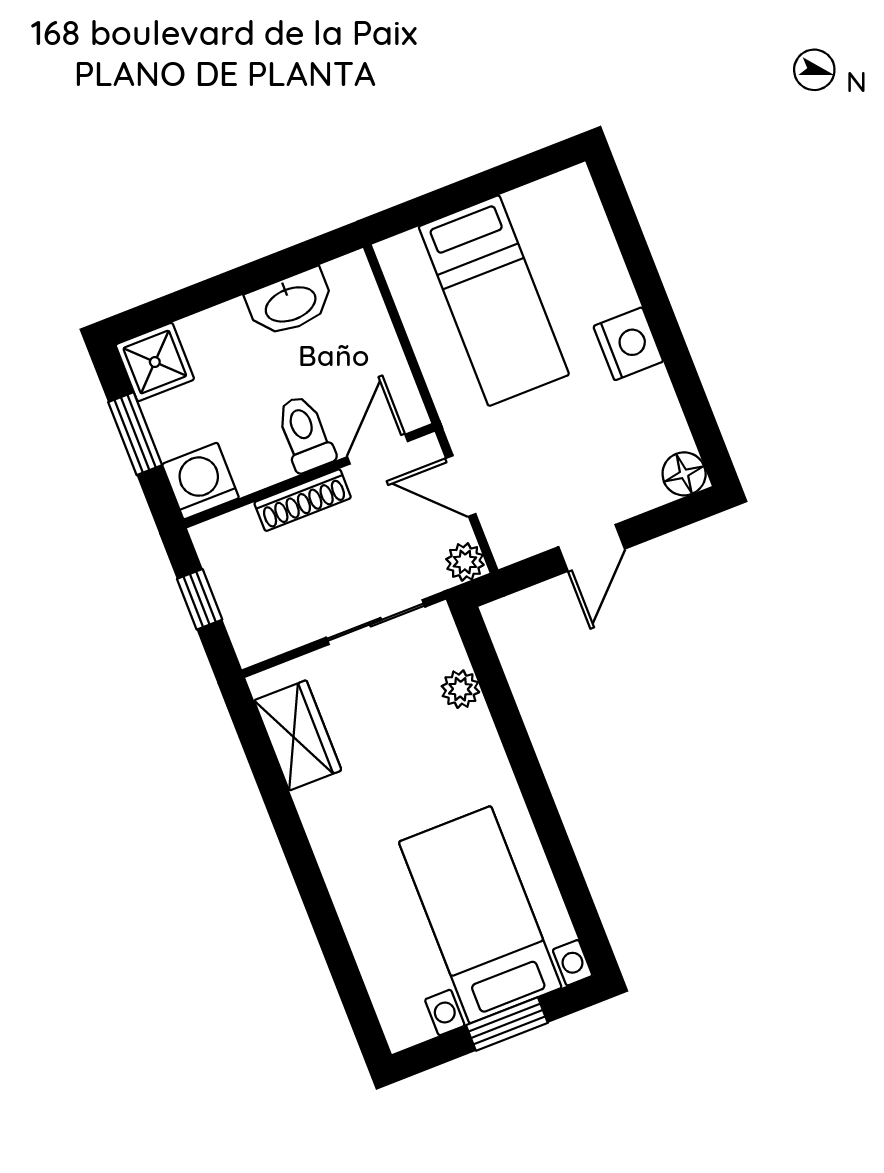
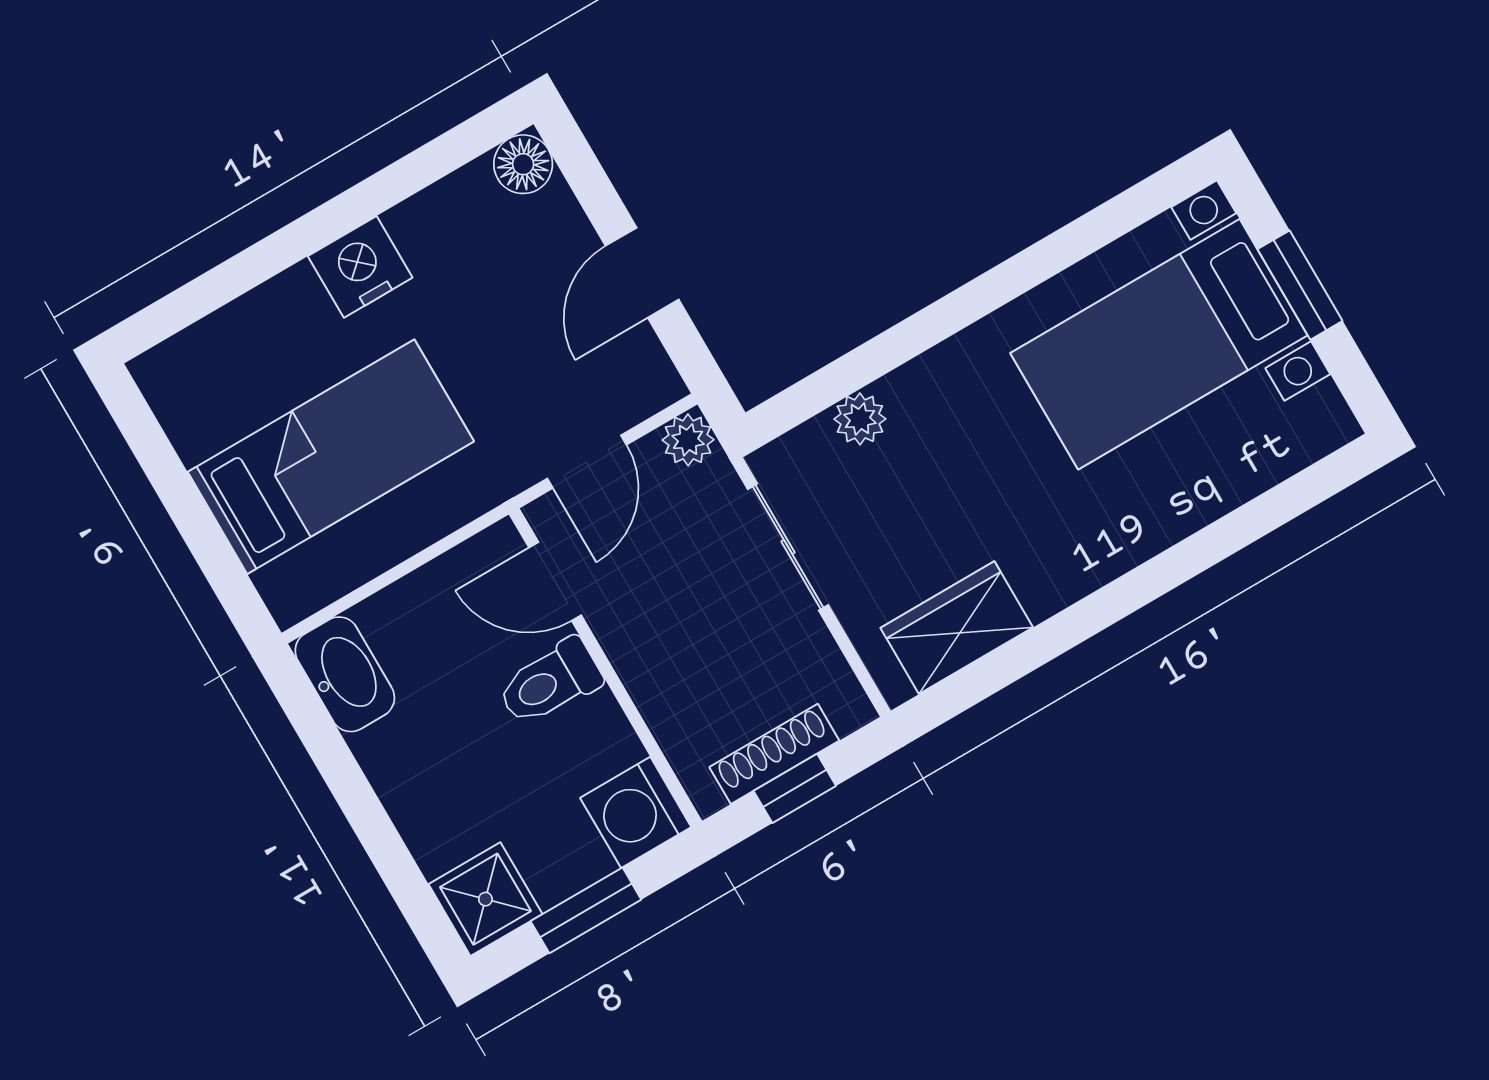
washbasin: (290, 303) -> (345, 674), moved
shoe rack: (303, 500) -> (774, 754), moved, turned -90
door: (592, 548) -> (642, 273), swing flipped

